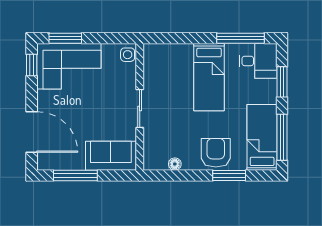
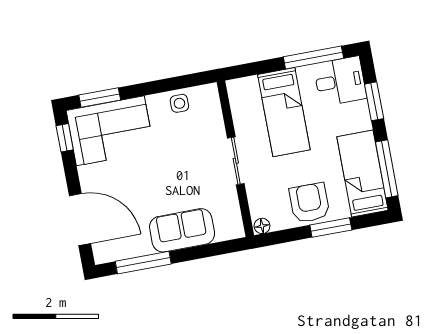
wall: (140, 107) -> (235, 159), moved
sliding door: (140, 108) -> (236, 161), moved

